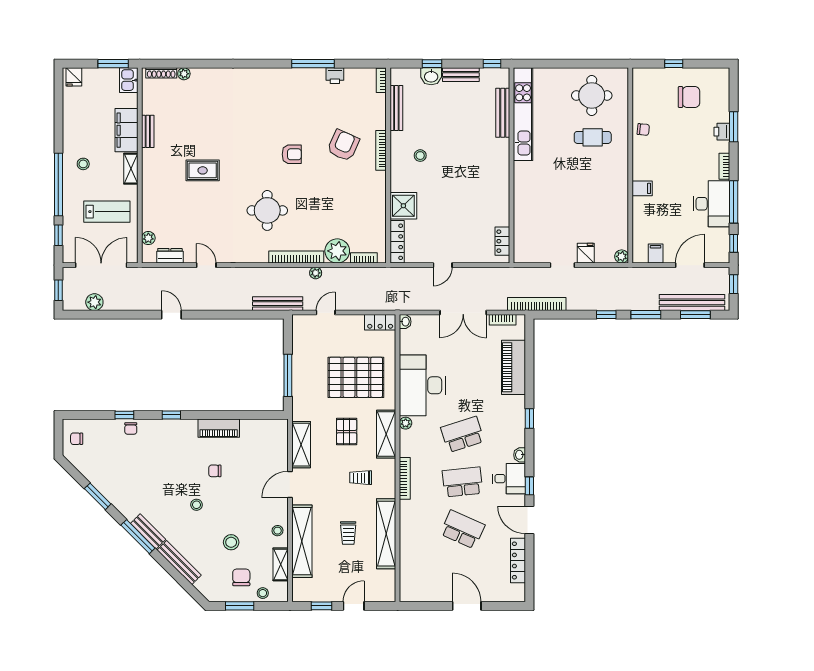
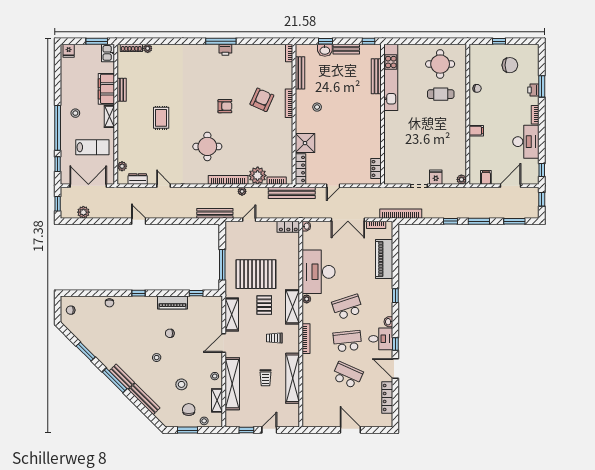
window: (313, 64) -> (221, 41), moved
printer: (335, 76) -> (225, 50), moved
rug: (203, 170) -> (161, 118), turned 90
window: (734, 202) -> (542, 140), removed
bench: (692, 303) -> (292, 193), moved
pallet: (356, 377) -> (256, 274), moved
window: (124, 415) -> (196, 293), moved

